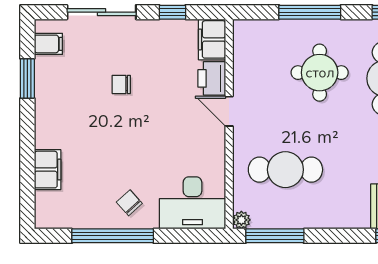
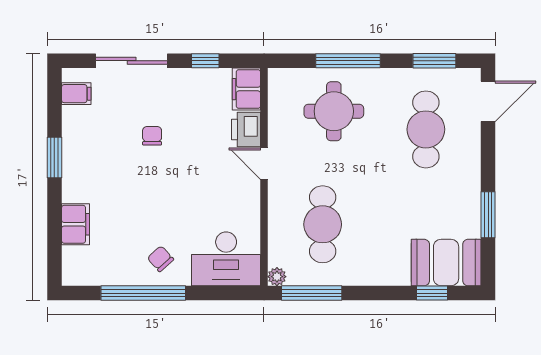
round table: (320, 73) -> (334, 111), moved
window: (27, 78) -> (54, 158), moved
chair: (121, 84) -> (152, 136), turned 90
cafe table: (285, 170) -> (323, 224), turned 90

